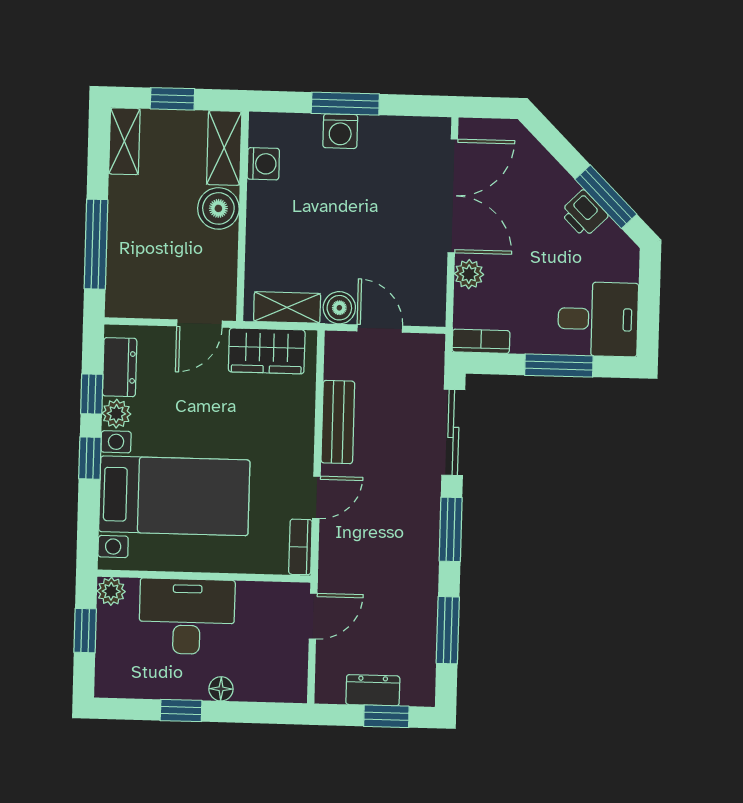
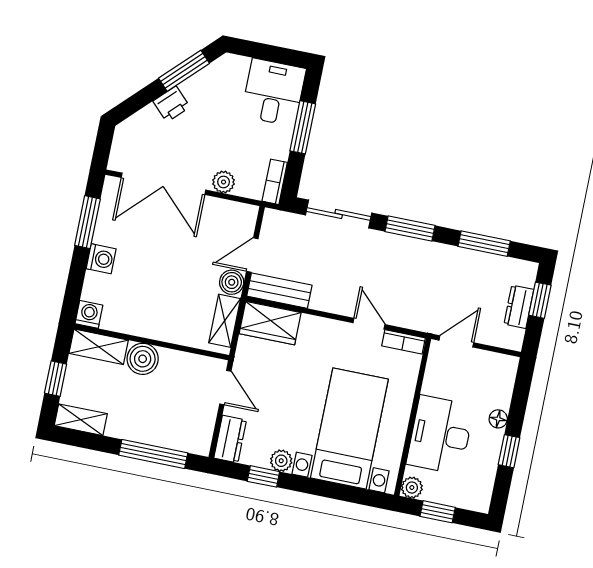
window: (345, 104) -> (87, 222), moved
washing machine: (263, 164) -> (89, 314), moved
double door: (453, 196) -> (164, 184), swing flipped
printer: (584, 214) -> (171, 104), moved
wardrobe: (267, 351) -> (270, 323), moved, turned 90
dresser: (120, 367) -> (230, 439), moved, turned 90
bench: (338, 422) -> (279, 291), moved
window: (90, 458) -> (311, 486), removed
door: (313, 616) -> (456, 341), hinge flipped

